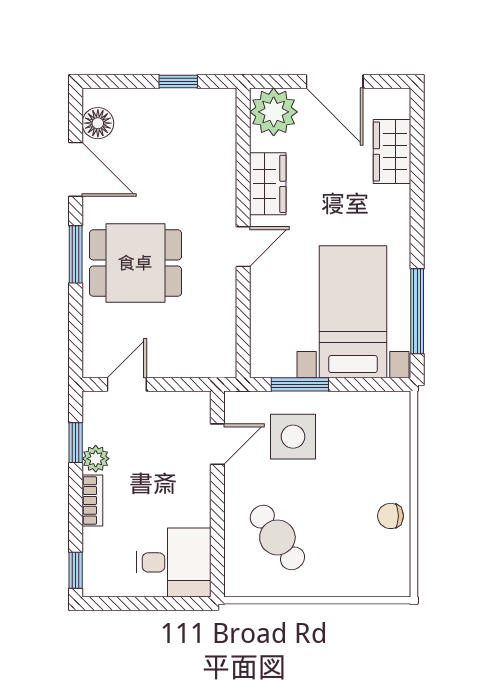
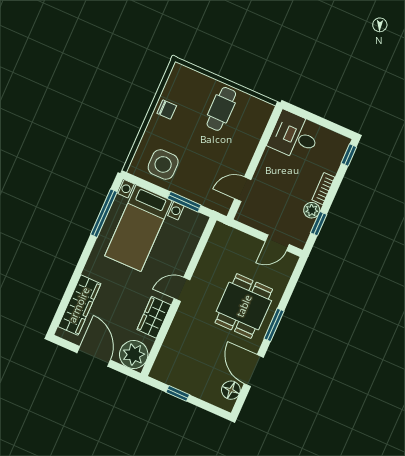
wardrobe: (392, 152) -> (79, 305), width x1.50
dining table: (135, 263) -> (244, 306), turned 90
side table: (293, 437) -> (163, 164), moved
cafe table: (277, 537) -> (221, 109), moved, turned 36

